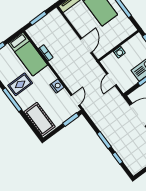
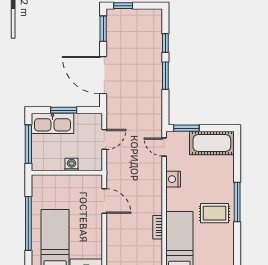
door: (86, 46) -> (104, 201), swing flipped
door: (75, 100) -> (164, 147), hinge flipped
cot: (39, 119) -> (212, 143), moved, turned 90

